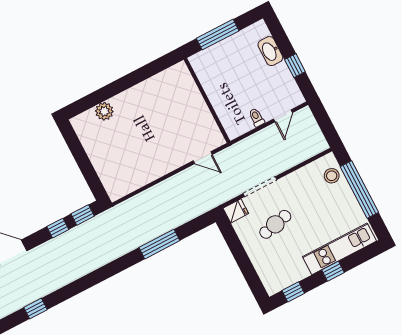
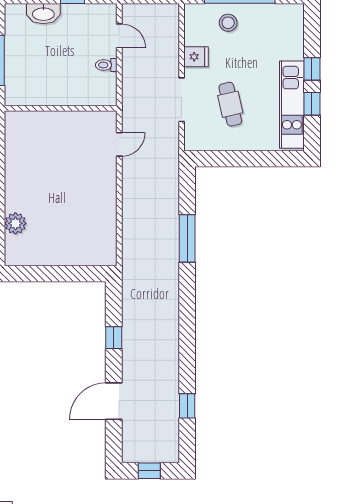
stool: (332, 176) -> (228, 23), moved
fridge: (236, 211) -> (196, 57), moved, turned 90
window: (83, 215) -> (114, 304), removed
kitchen unit: (339, 249) -> (292, 105), moved
window: (293, 292) -> (312, 104), moved

